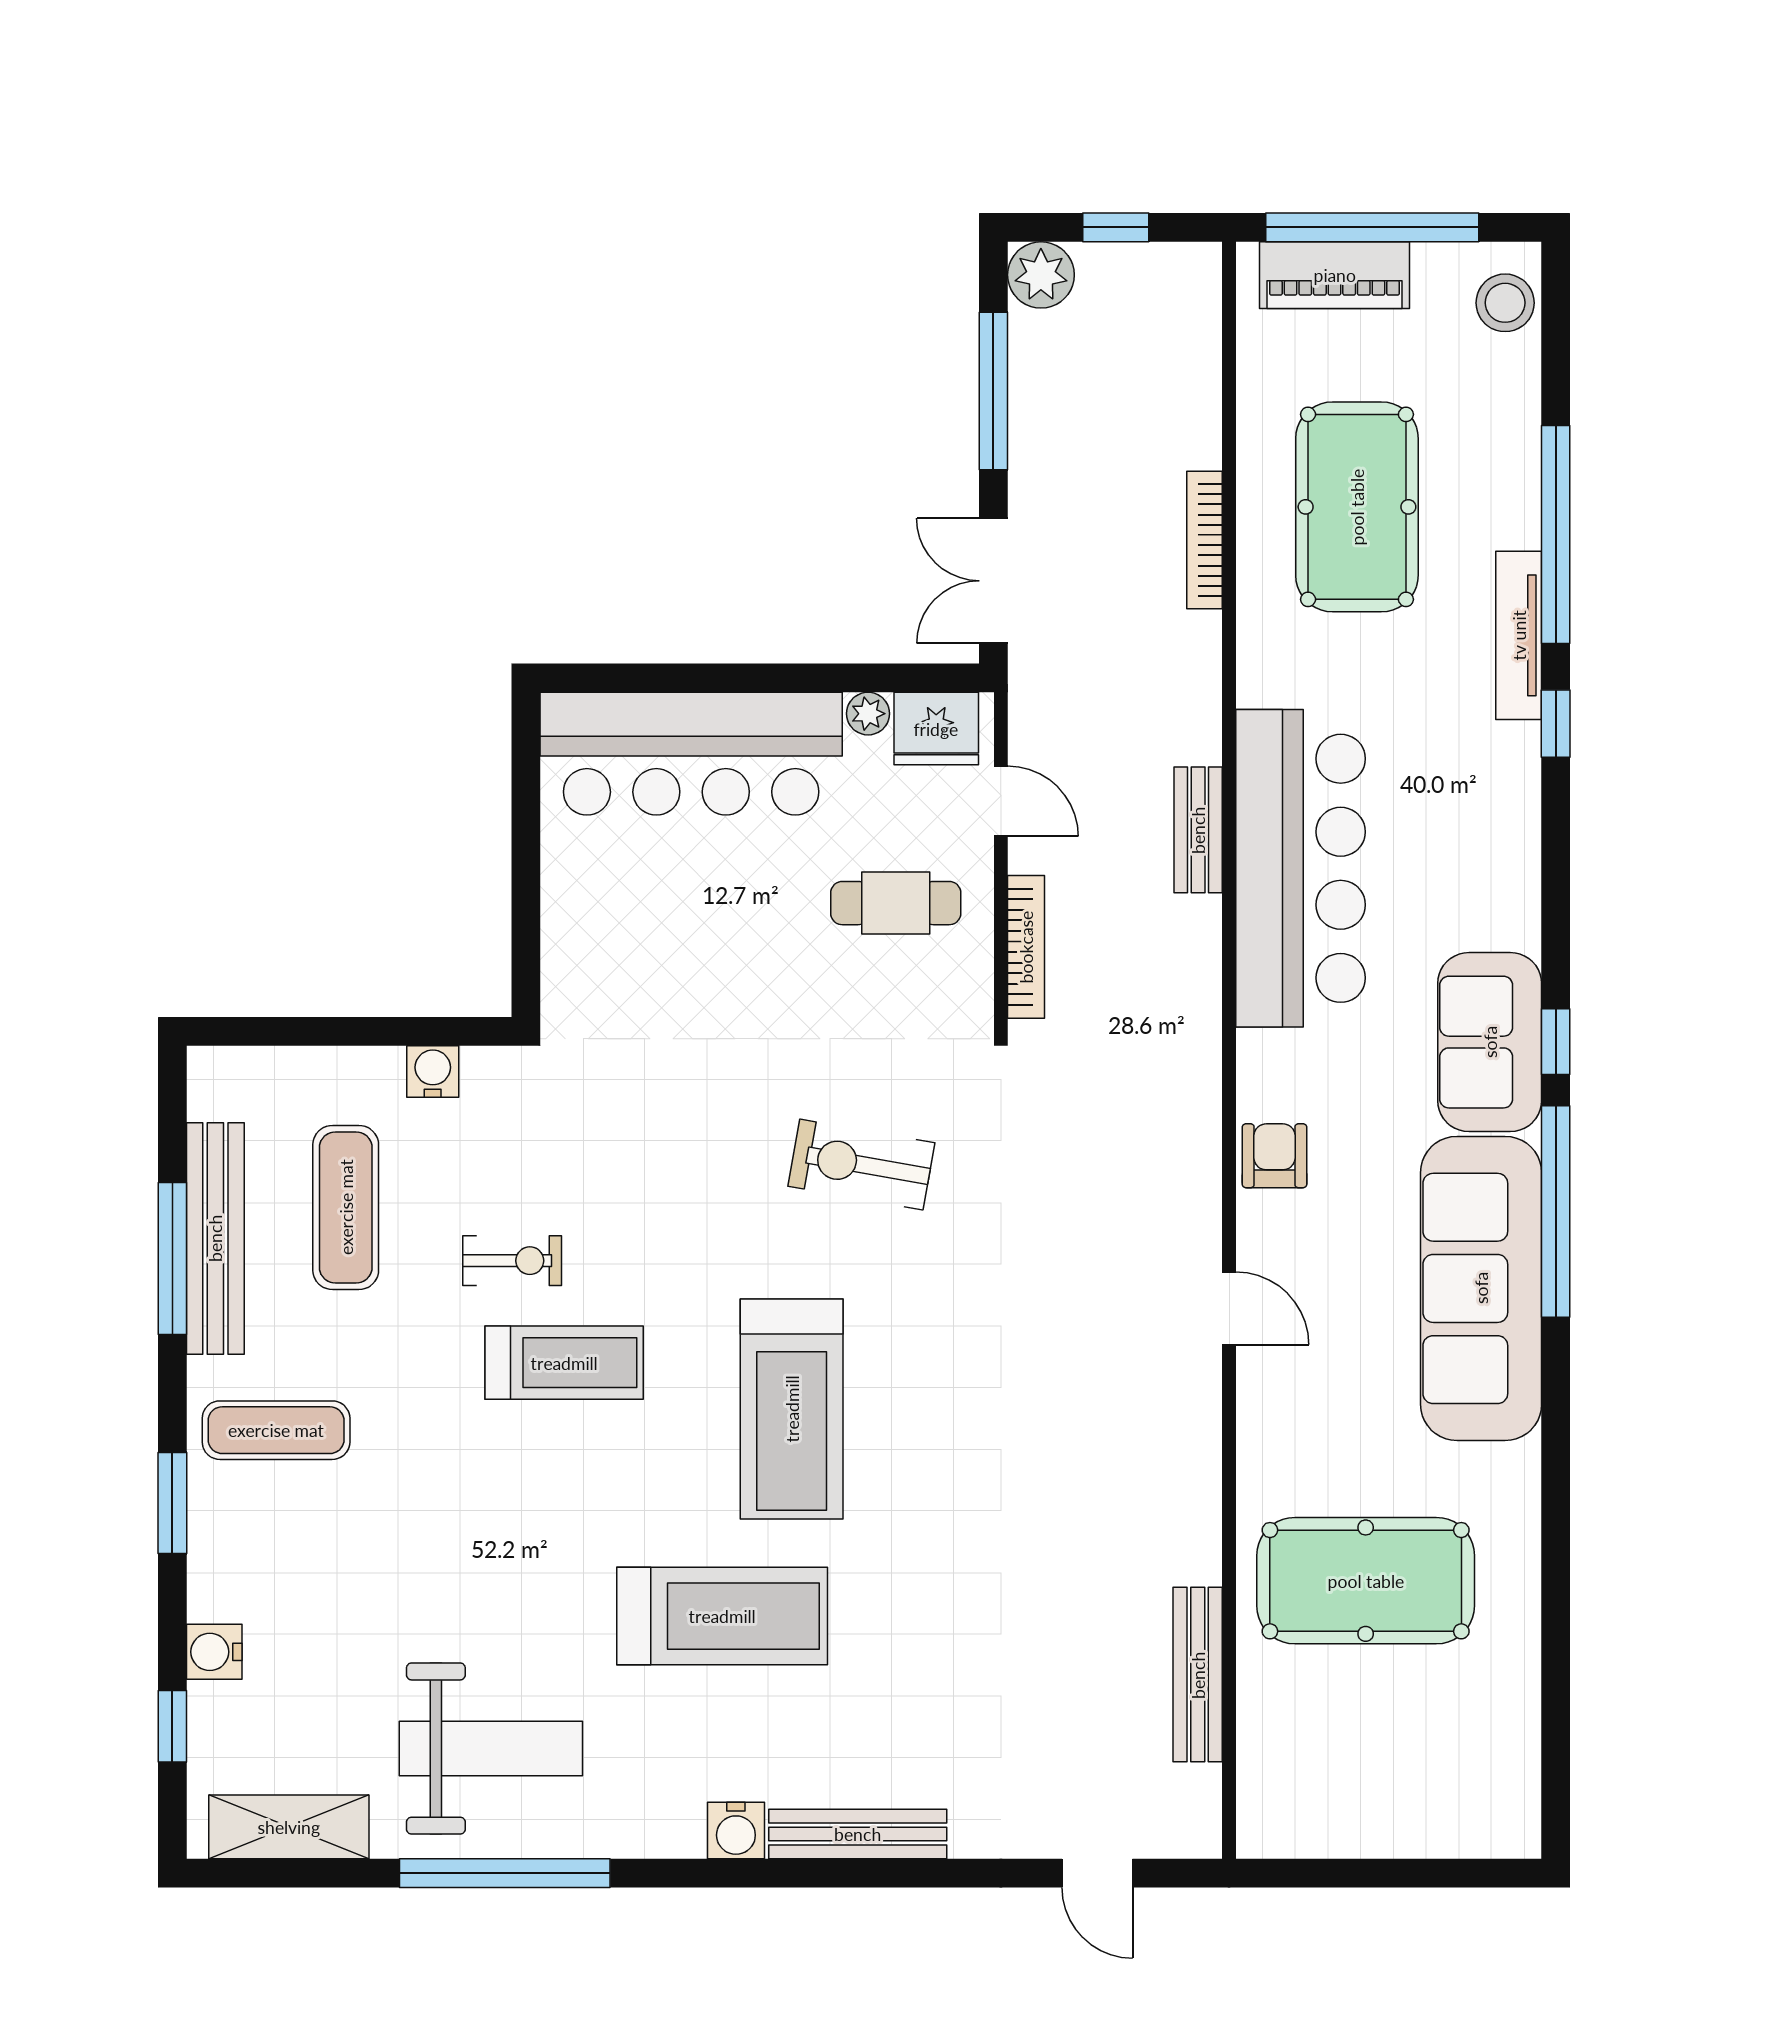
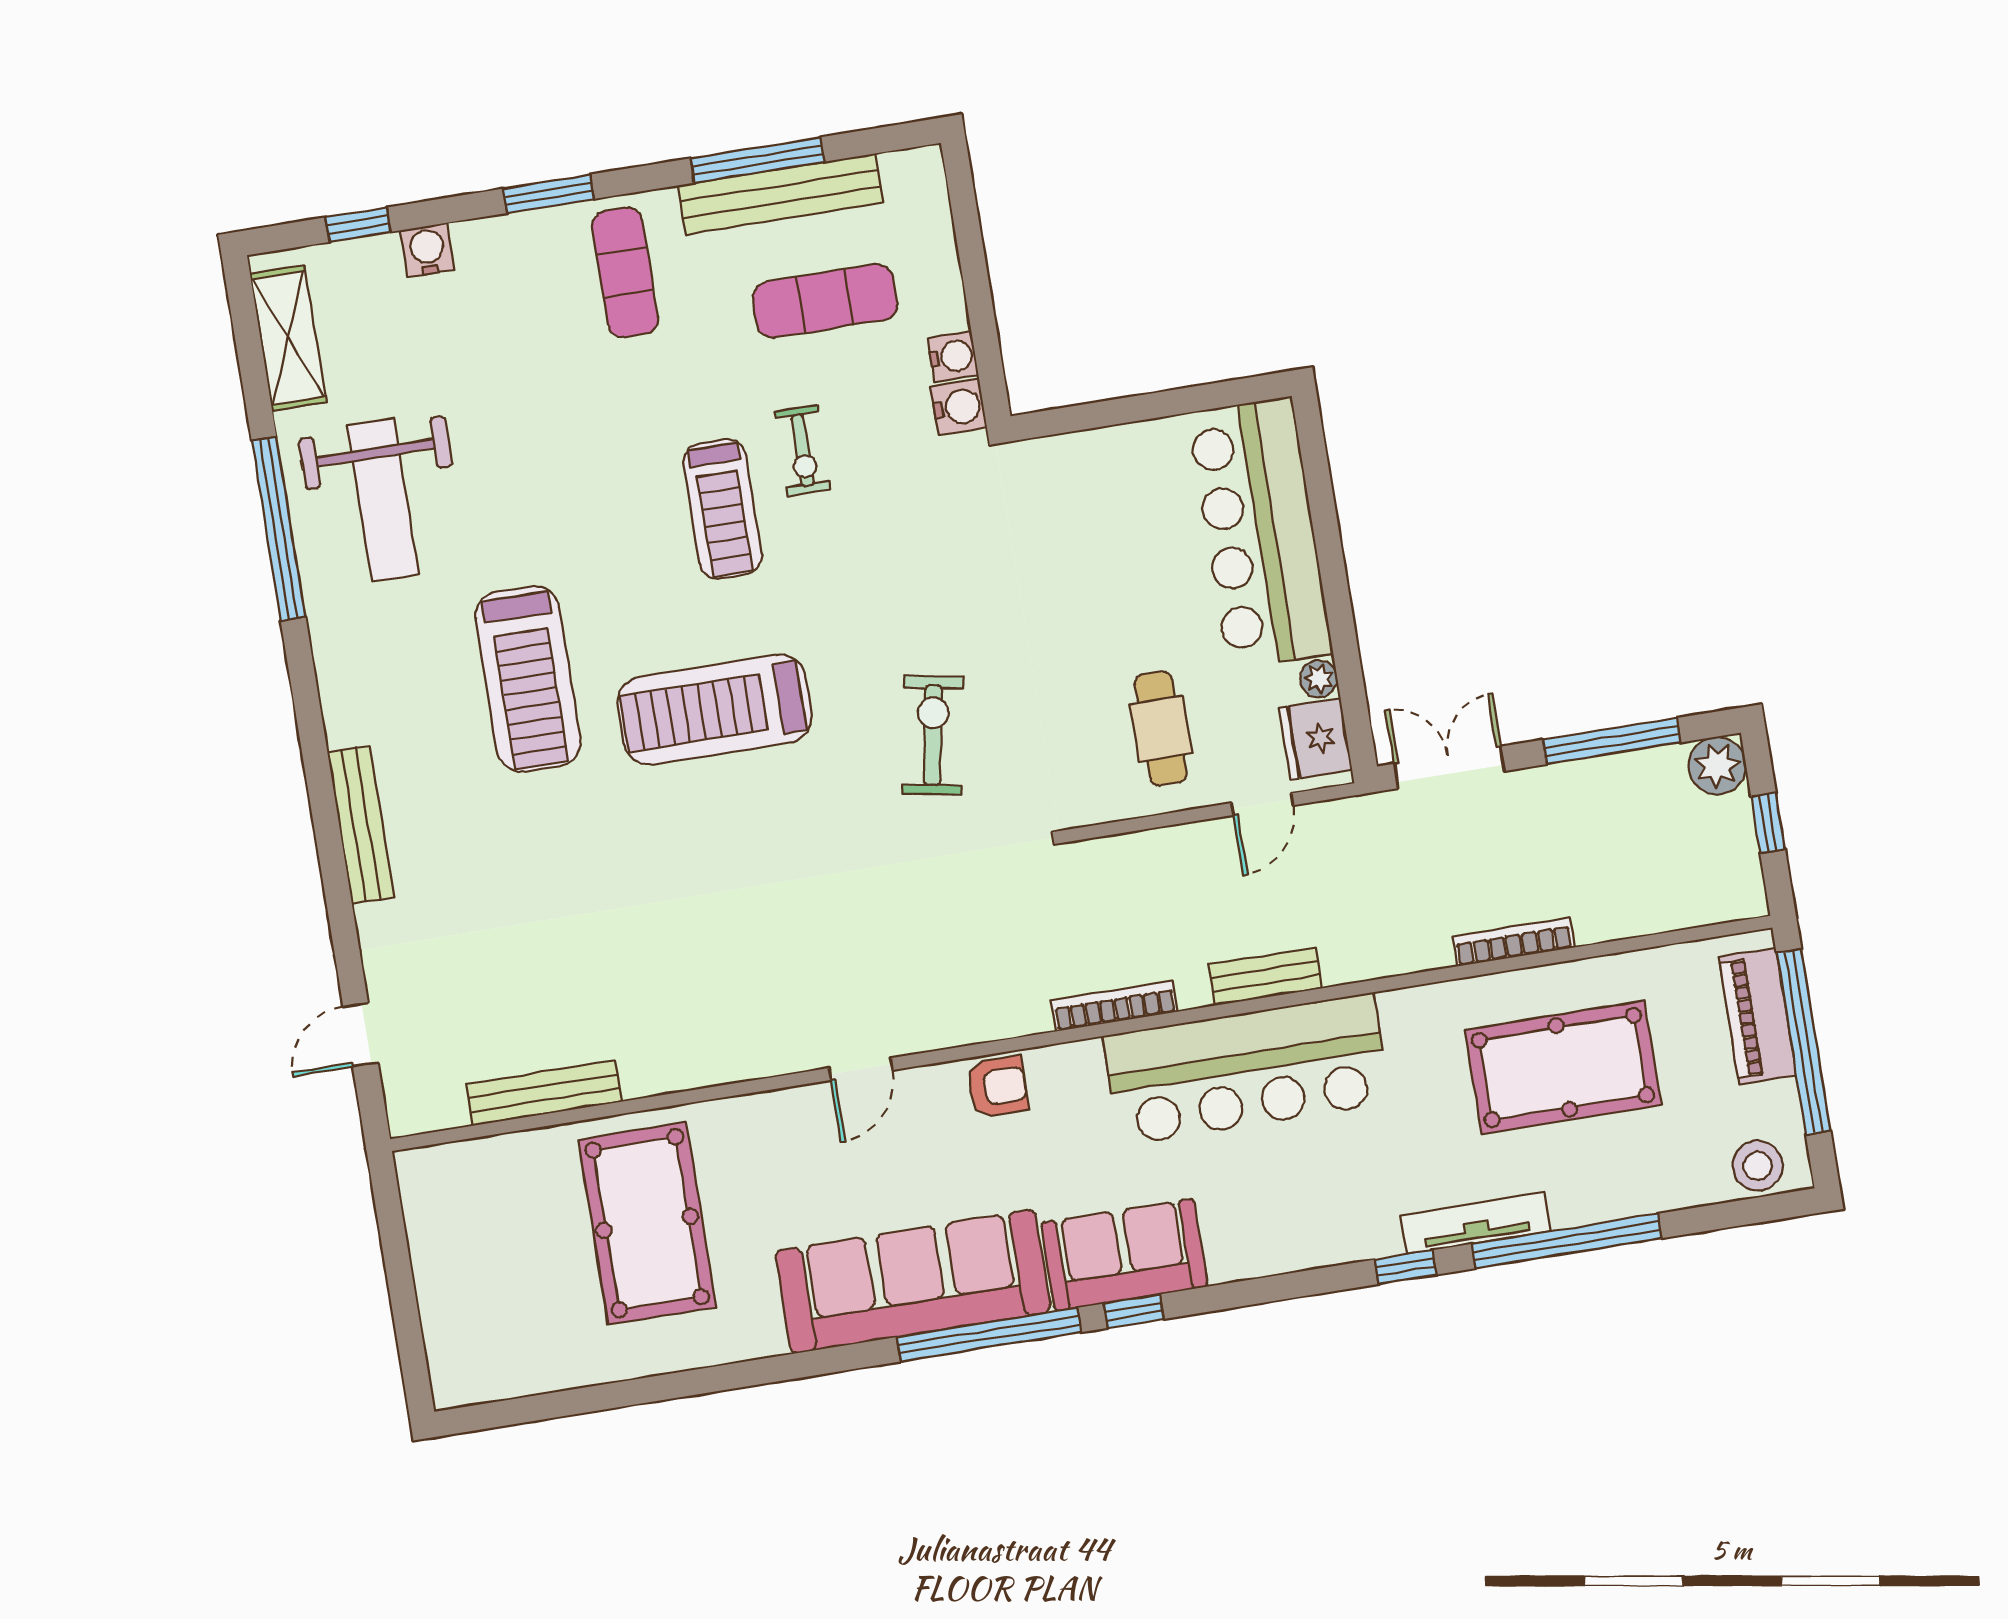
bookcase: (1026, 947) -> (1114, 1006), moved, turned 180
water cooler: (736, 1831) -> (959, 407), moved, turned 180

